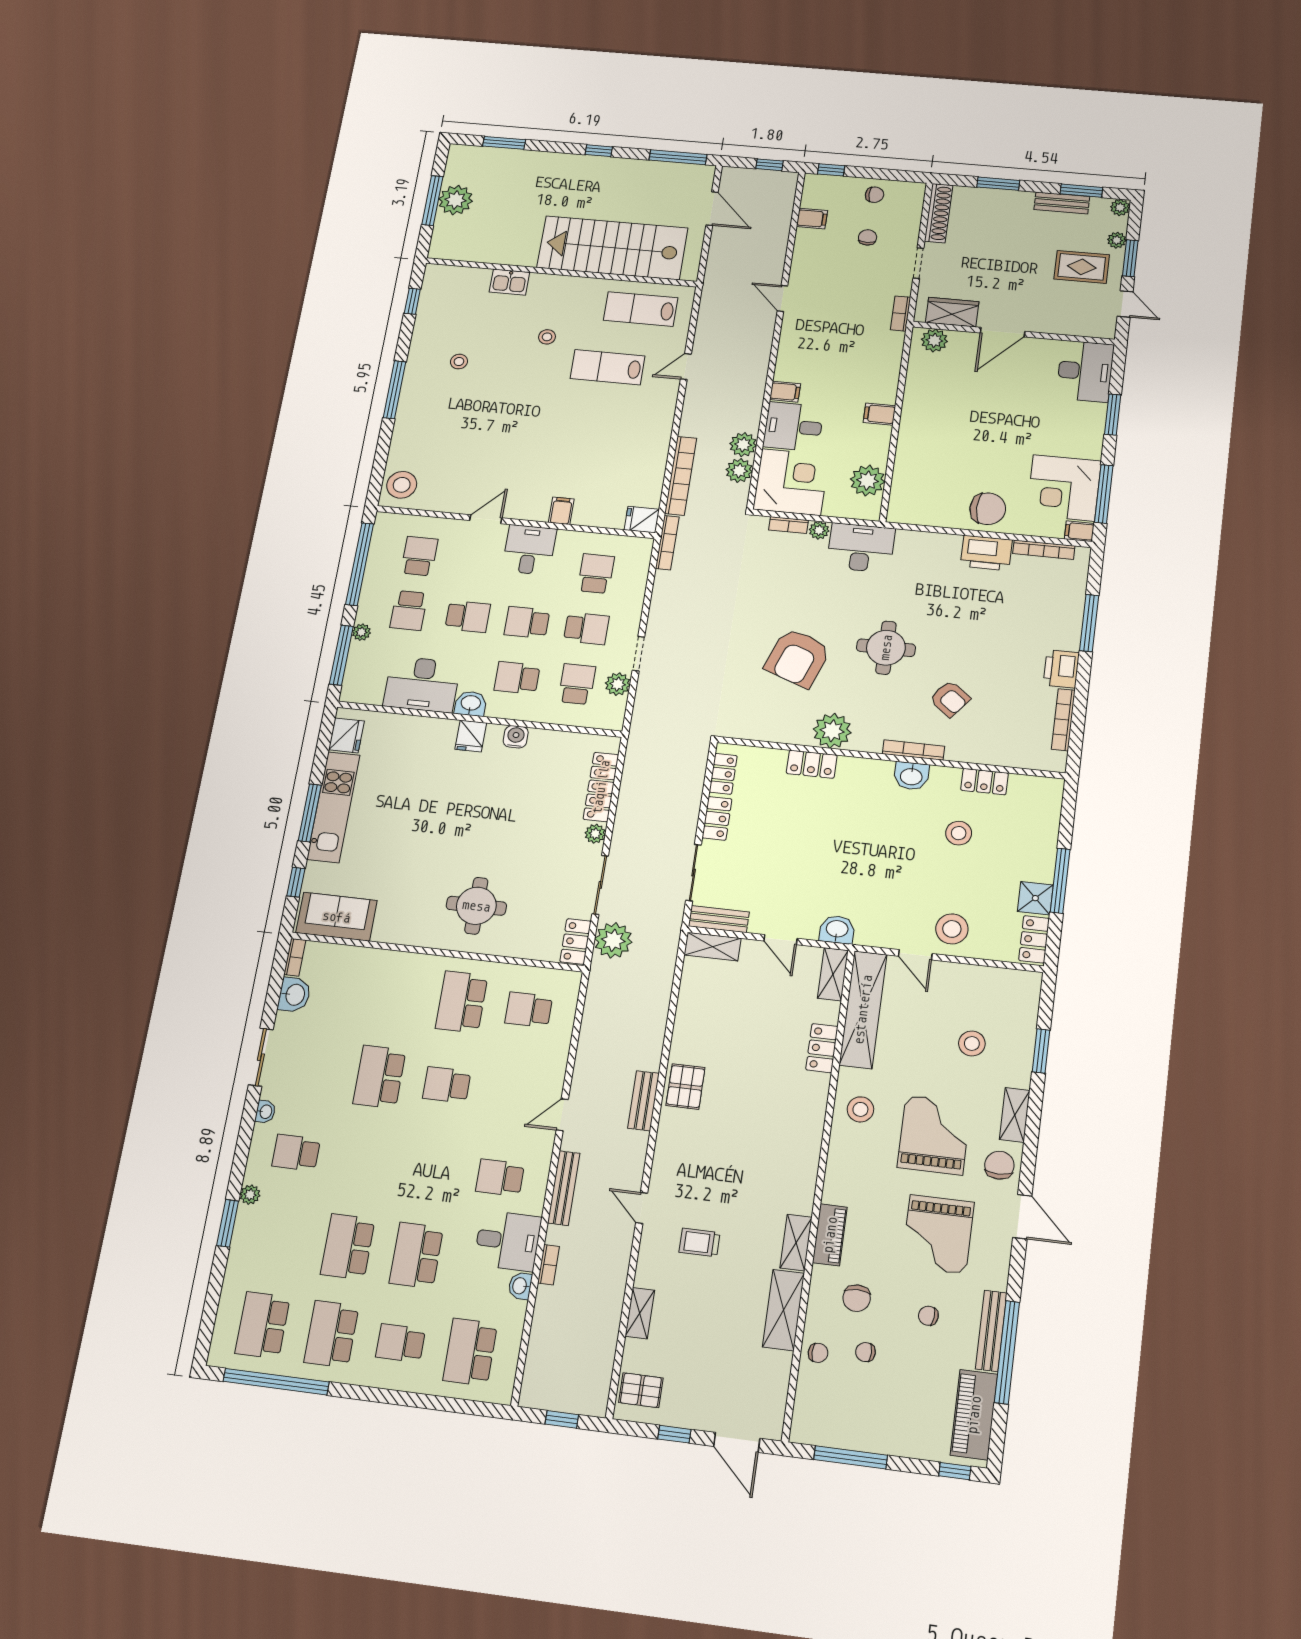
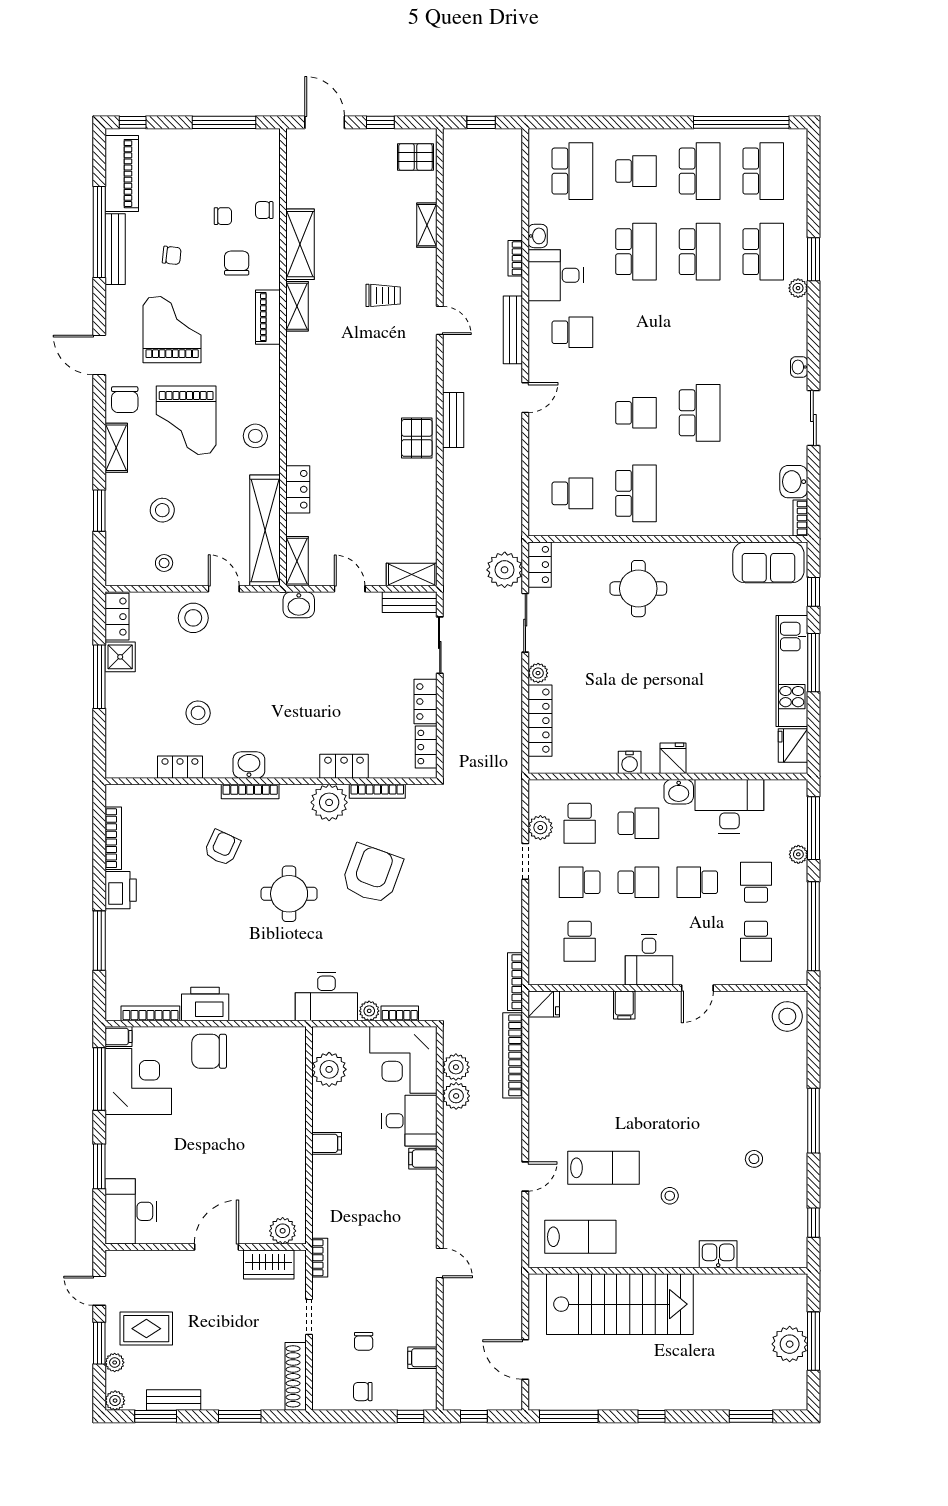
armchair: (950, 699) -> (222, 848), turned 77
bookcase: (780, 736) -> (377, 791), added
stool: (977, 989) -> (164, 563), added
school desk: (296, 1153) -> (763, 252), moved, width x1.85

